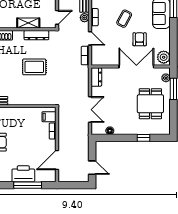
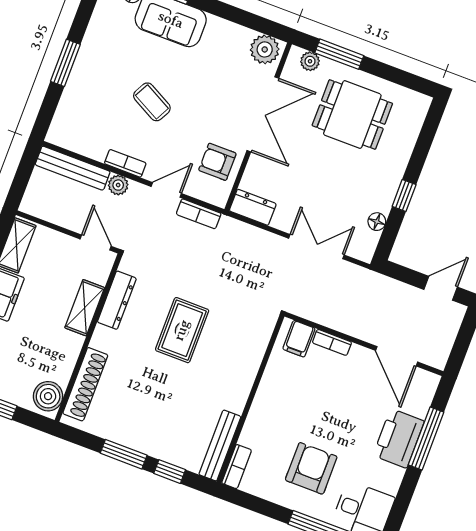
armchair: (140, 39) -> (217, 162), moved
double door: (136, 67) -> (263, 114), swing flipped
window: (144, 138) -> (404, 196), moved

